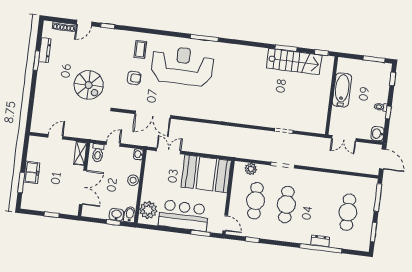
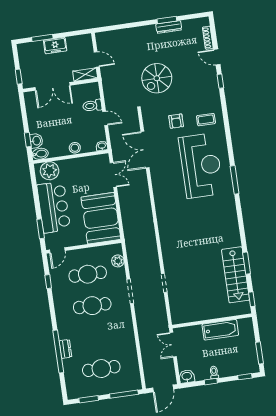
dresser: (45, 50) -> (169, 27), moved
shelving: (80, 153) -> (85, 75), moved
wall: (84, 179) -> (60, 85), moved
double door: (83, 187) -> (52, 86), moved

